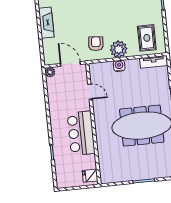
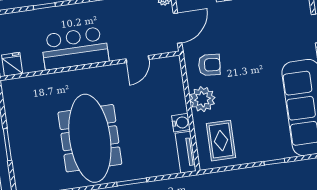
rug: (147, 38) -> (221, 141), turned 90
water cooler: (119, 66) -> (181, 123), moved

